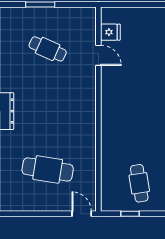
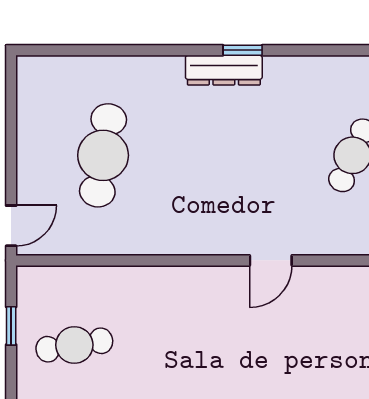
door: (98, 55) -> (271, 260), moved

